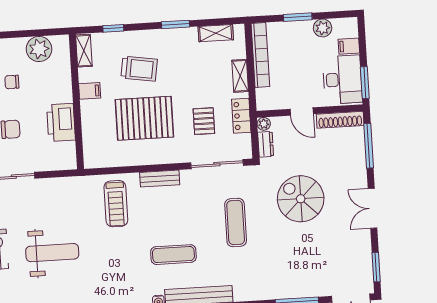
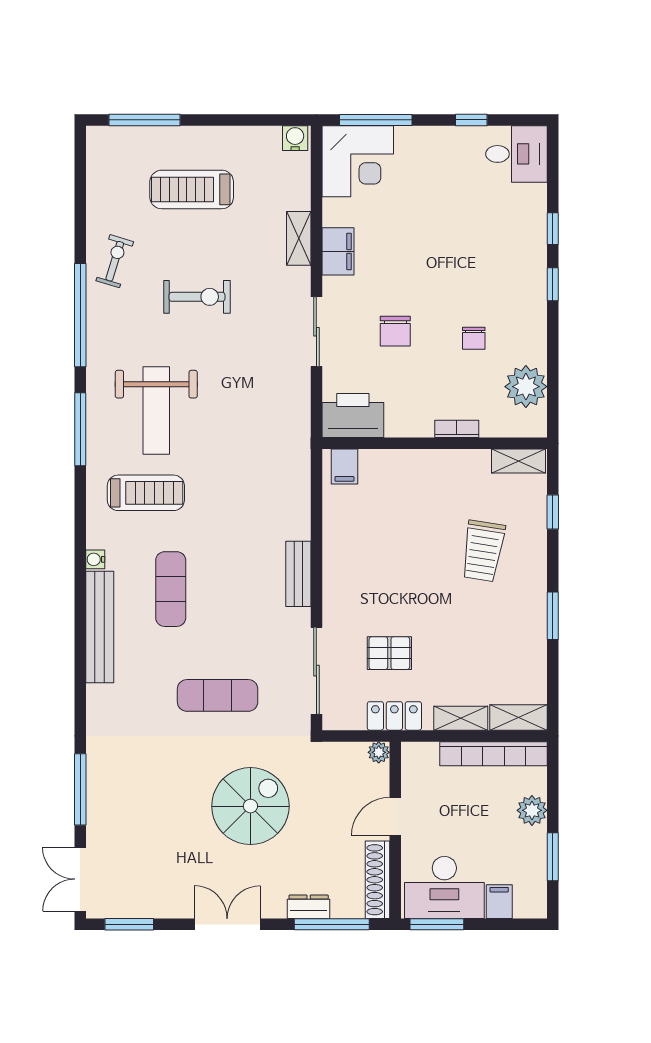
window: (298, 17) -> (553, 857), moved
plant: (323, 28) -> (532, 810), moved
shelving: (216, 33) -> (519, 717), moved, turned 90
chair: (12, 82) -> (474, 338), turned 180
bookcase: (67, 89) -> (457, 429), added
filing cabinet: (90, 91) -> (344, 467), moved
pallet: (144, 118) -> (400, 555), removed
printer: (61, 122) -> (353, 416), moved
dresser: (266, 144) -> (309, 907), moved, turned 180
treadmill: (116, 204) -> (146, 493), moved, turned 180
weight bench: (52, 253) -> (156, 410), moved

